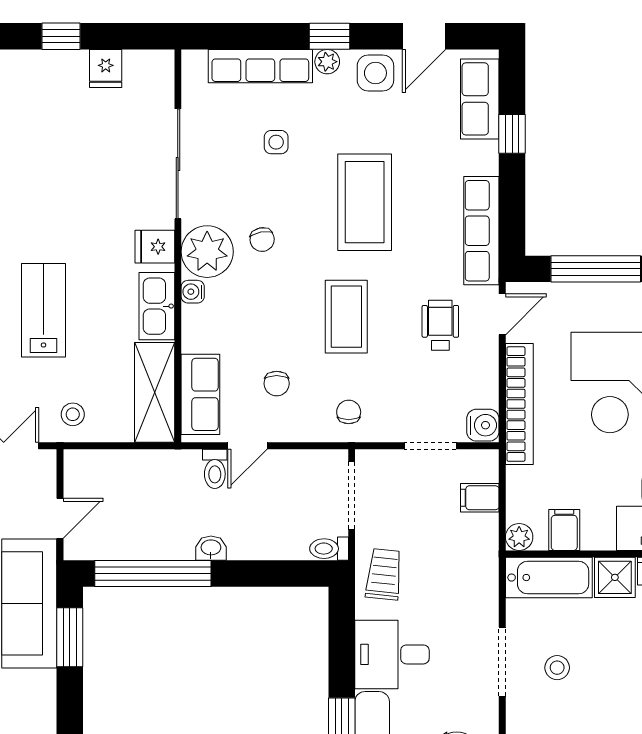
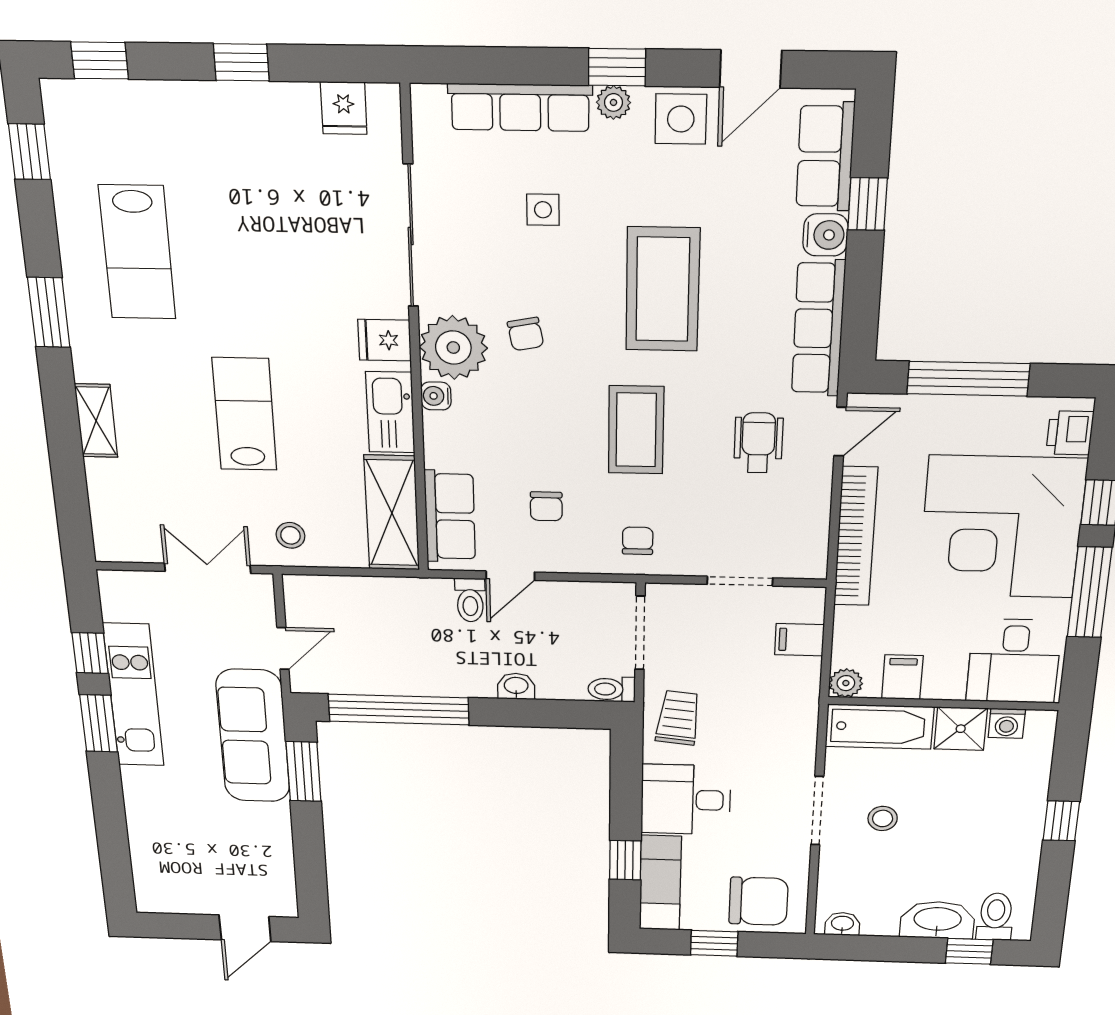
fridge: (106, 68) -> (344, 108), moved
water cooler: (483, 425) -> (825, 235), moved
washbasin: (211, 548) -> (516, 686), moved

